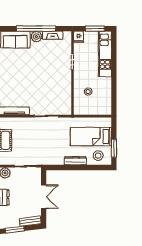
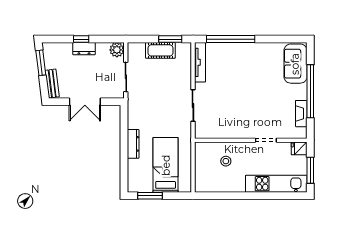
plant: (36, 37) -> (299, 92), removed
stool: (98, 156) -> (140, 175), removed

